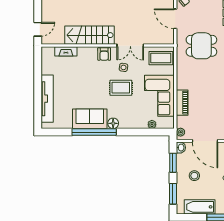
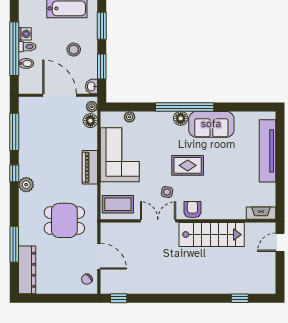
fireplace: (66, 51) -> (261, 213), moved
rug: (121, 88) -> (188, 165), moved
piano: (182, 103) -> (90, 167), moved
floor lamp: (182, 122) -> (90, 121), added
window: (94, 132) -> (185, 107), moved

